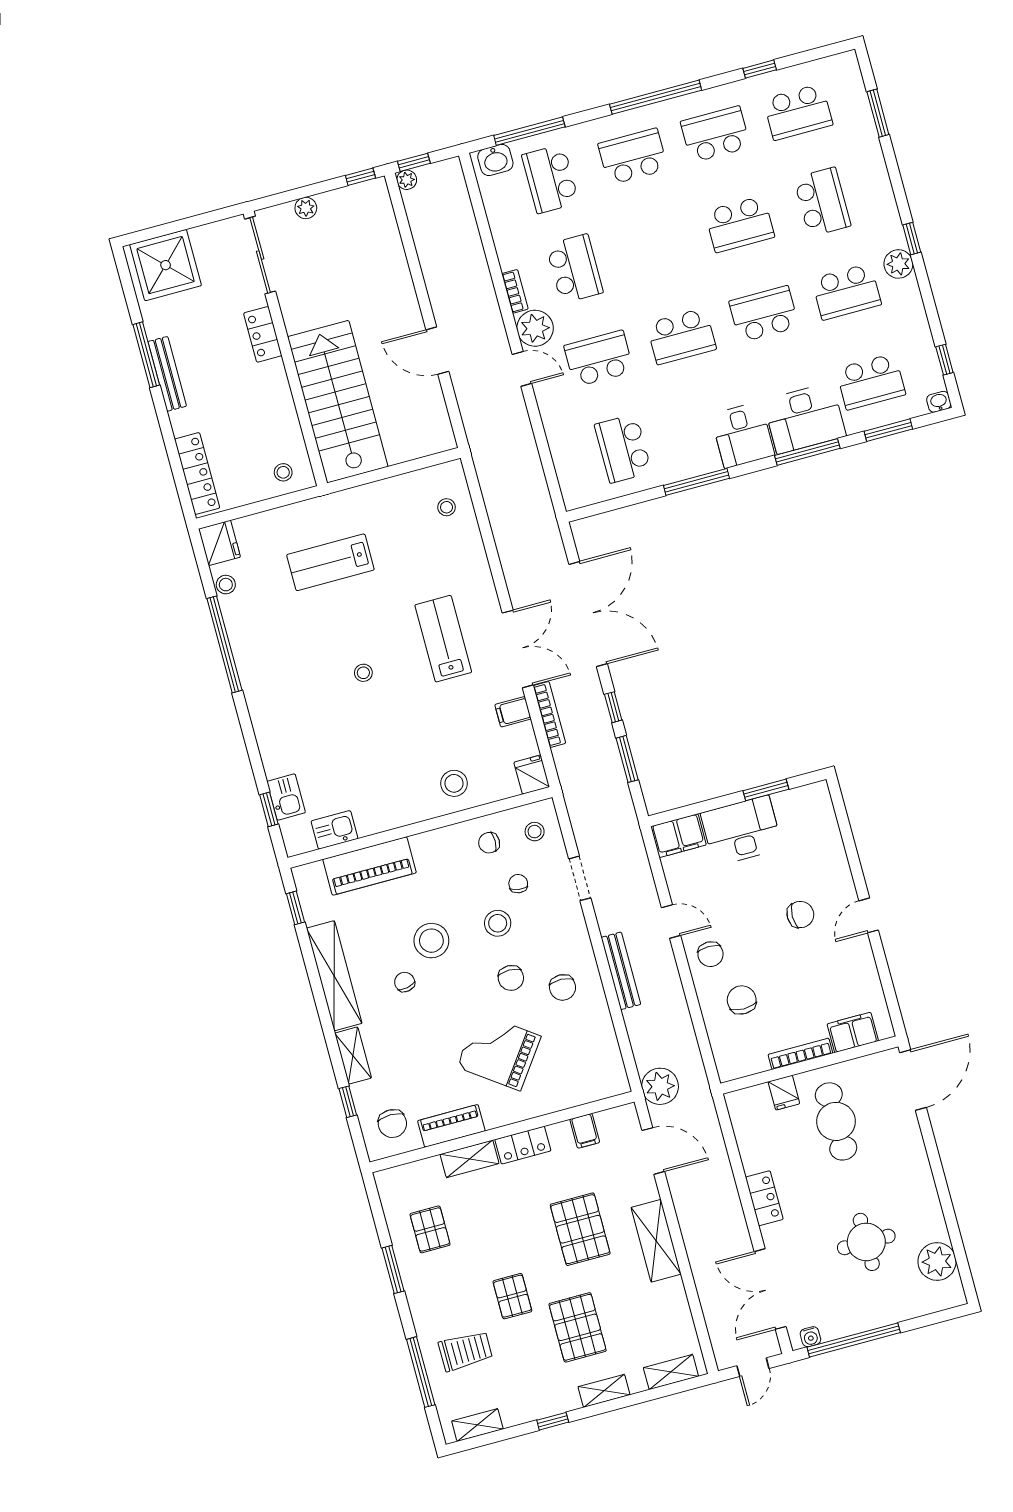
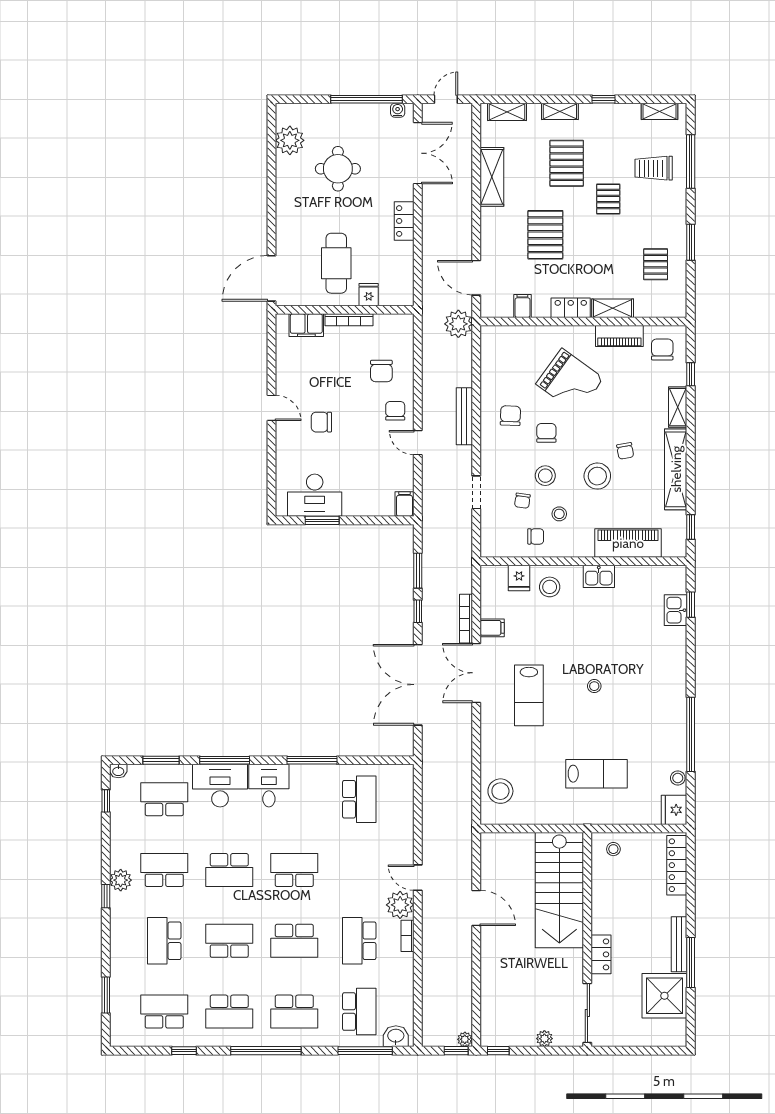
shower: (166, 265) -> (664, 996), moved
school desk: (599, 359) -> (294, 941), moved
stool: (447, 507) -> (500, 791), width x1.89, depth x1.89
fridge: (532, 775) -> (519, 578), moved
kitchen sink: (335, 830) -> (599, 576), moved
desk: (742, 831) -> (315, 495), moved
stool: (535, 832) -> (559, 514), moved
filing cabinet: (679, 836) -> (404, 504), width x0.50
door: (869, 915) -> (271, 408), hinge flipped
shelving: (656, 1241) -> (492, 177), moved

